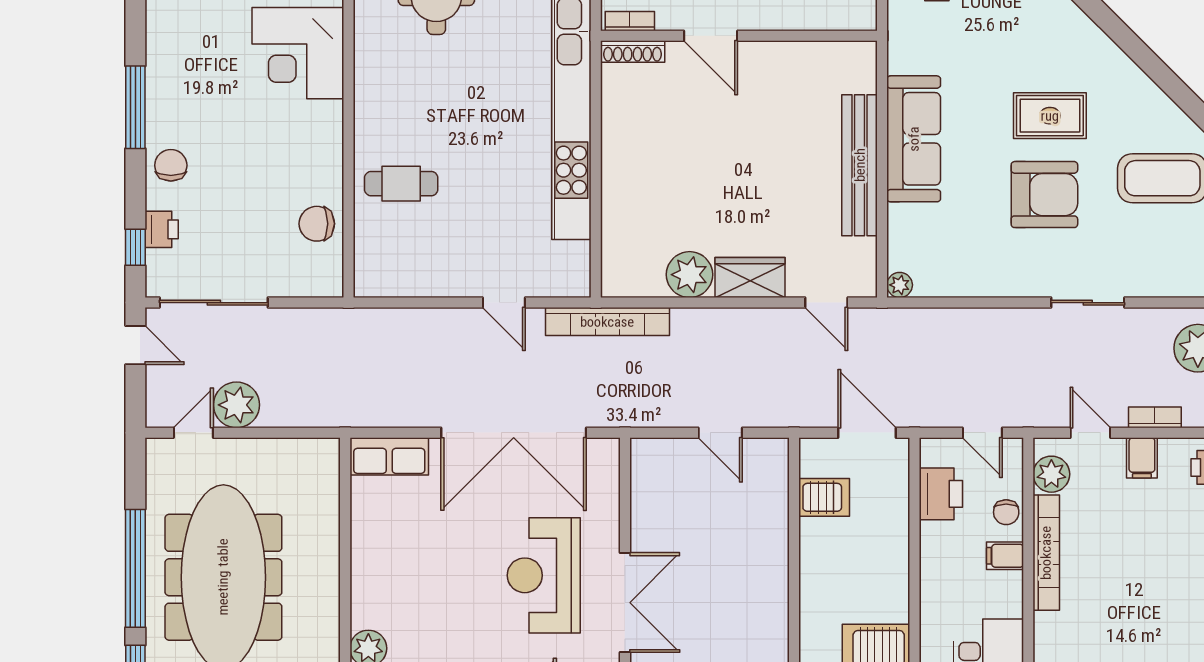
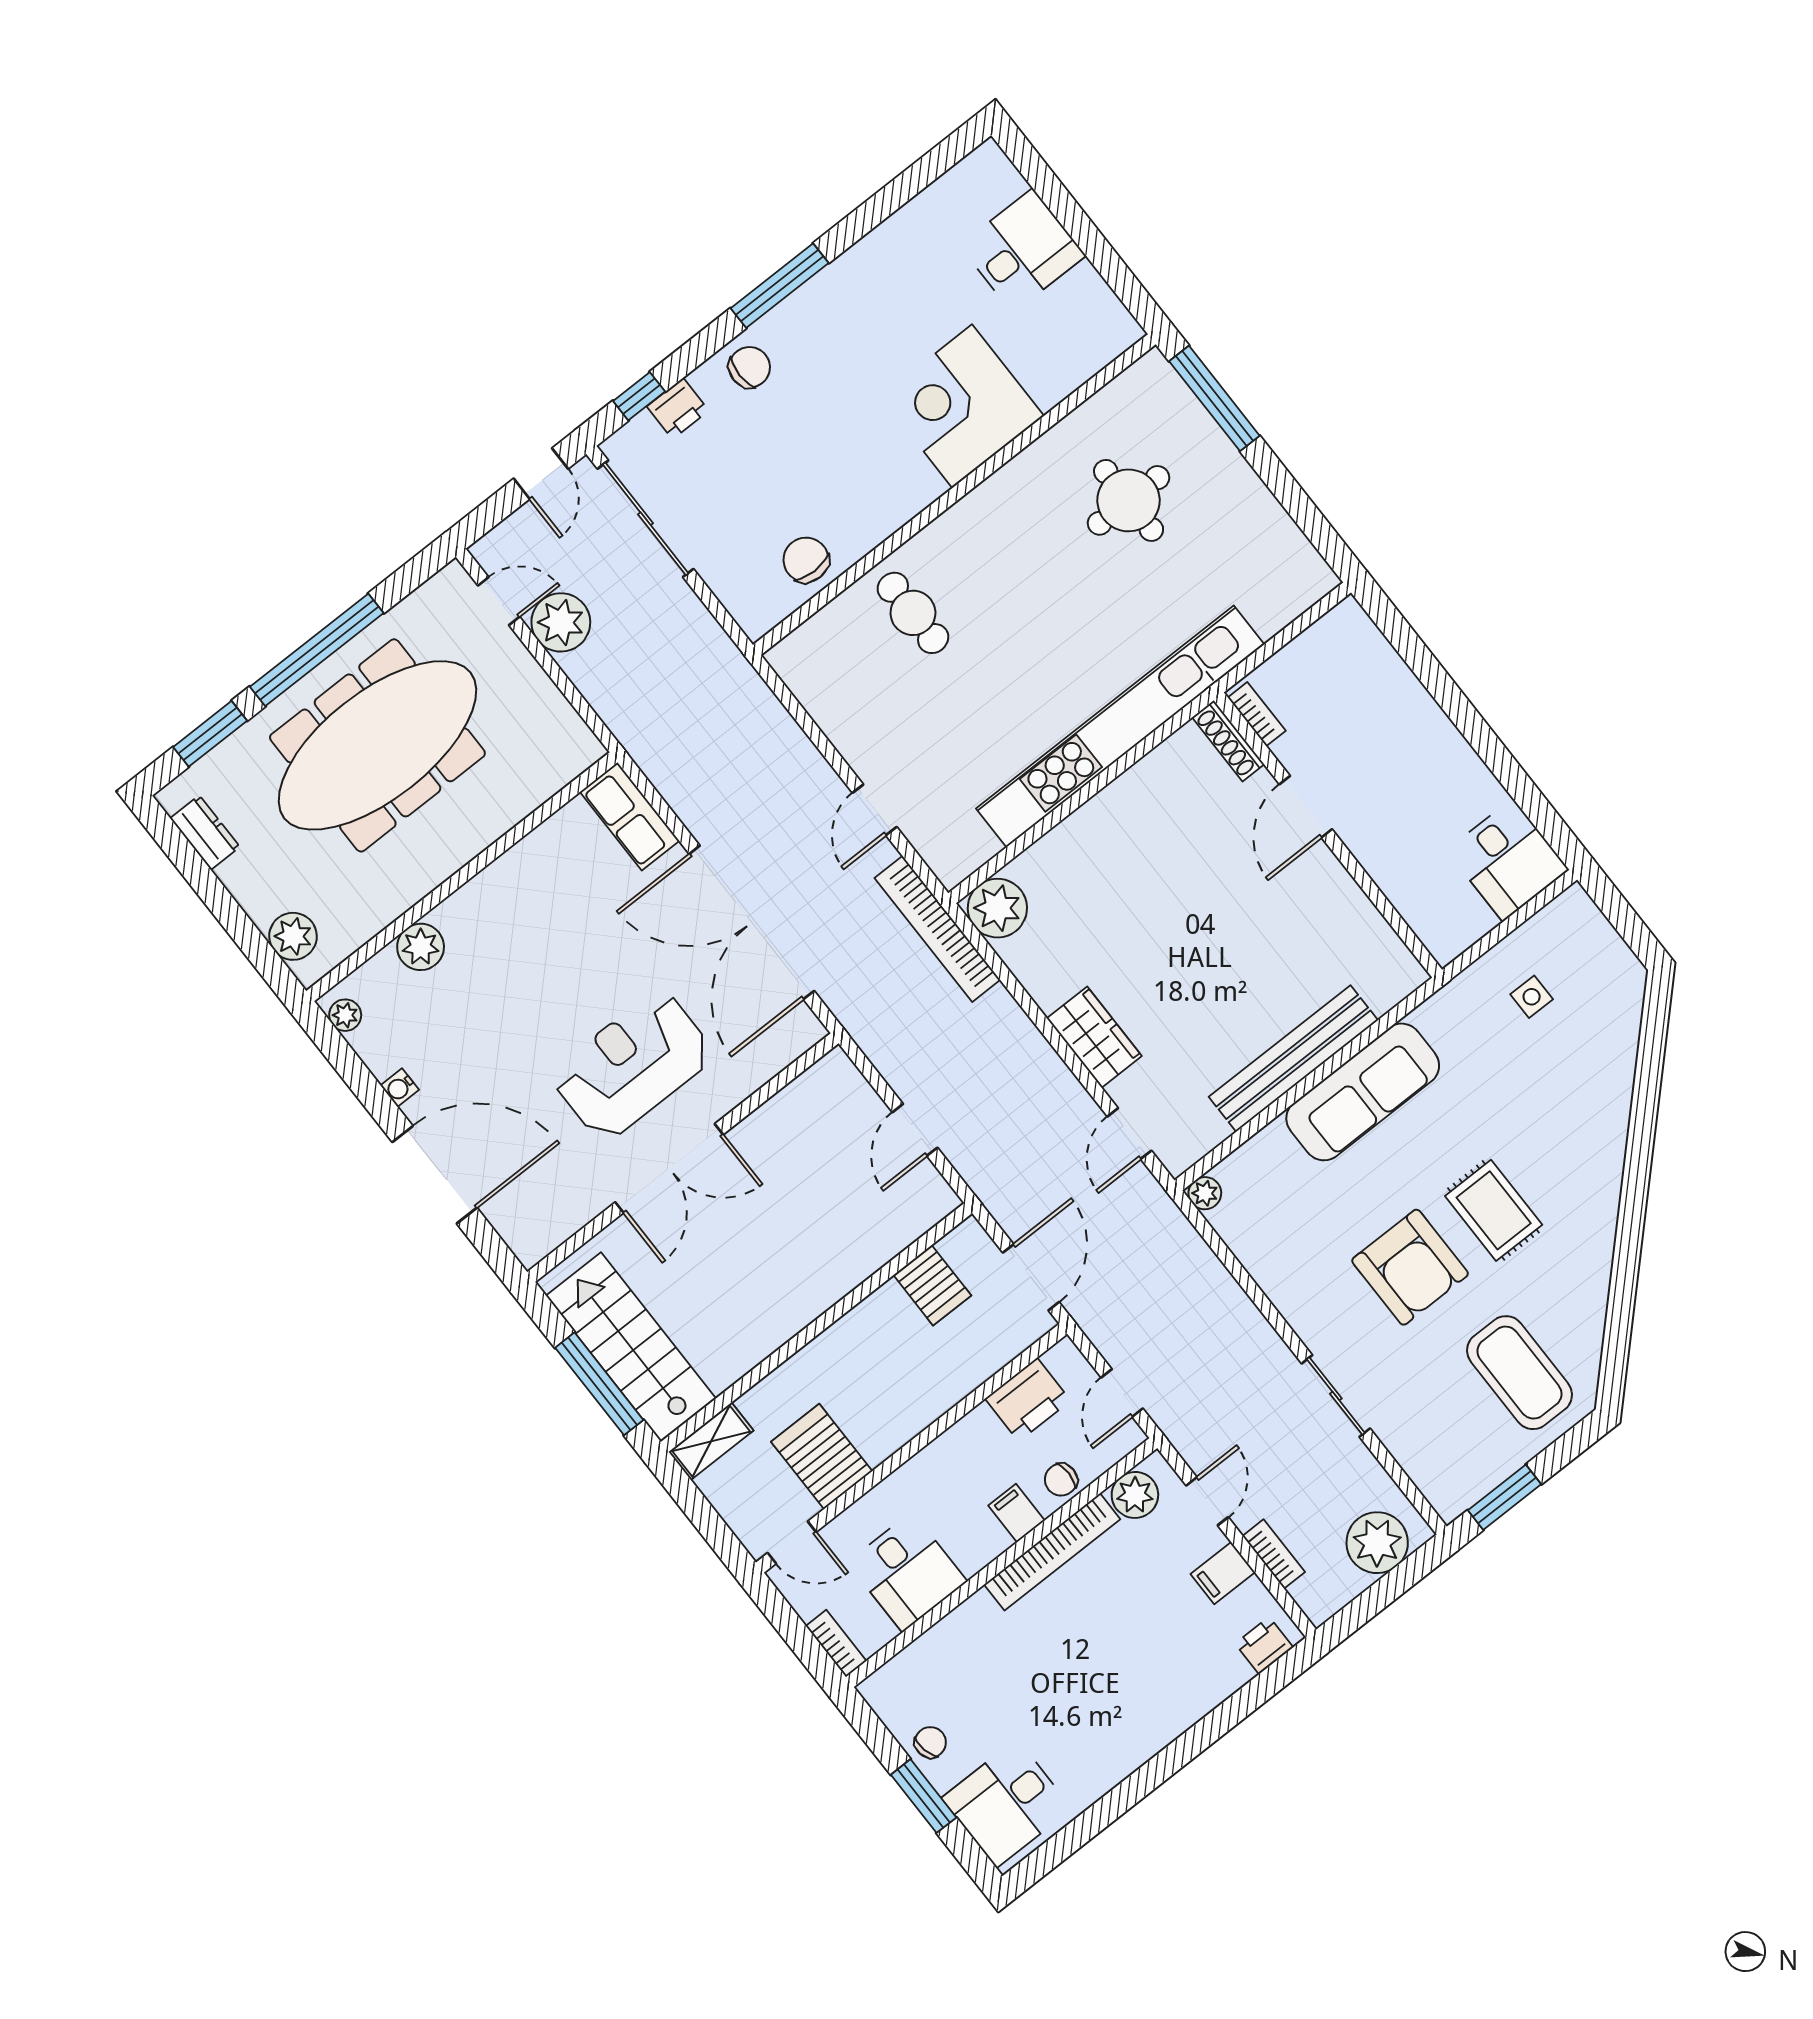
plant: (690, 275) -> (997, 908), moved

